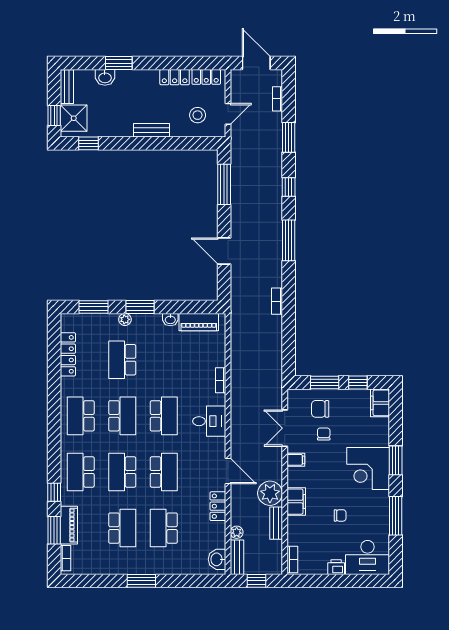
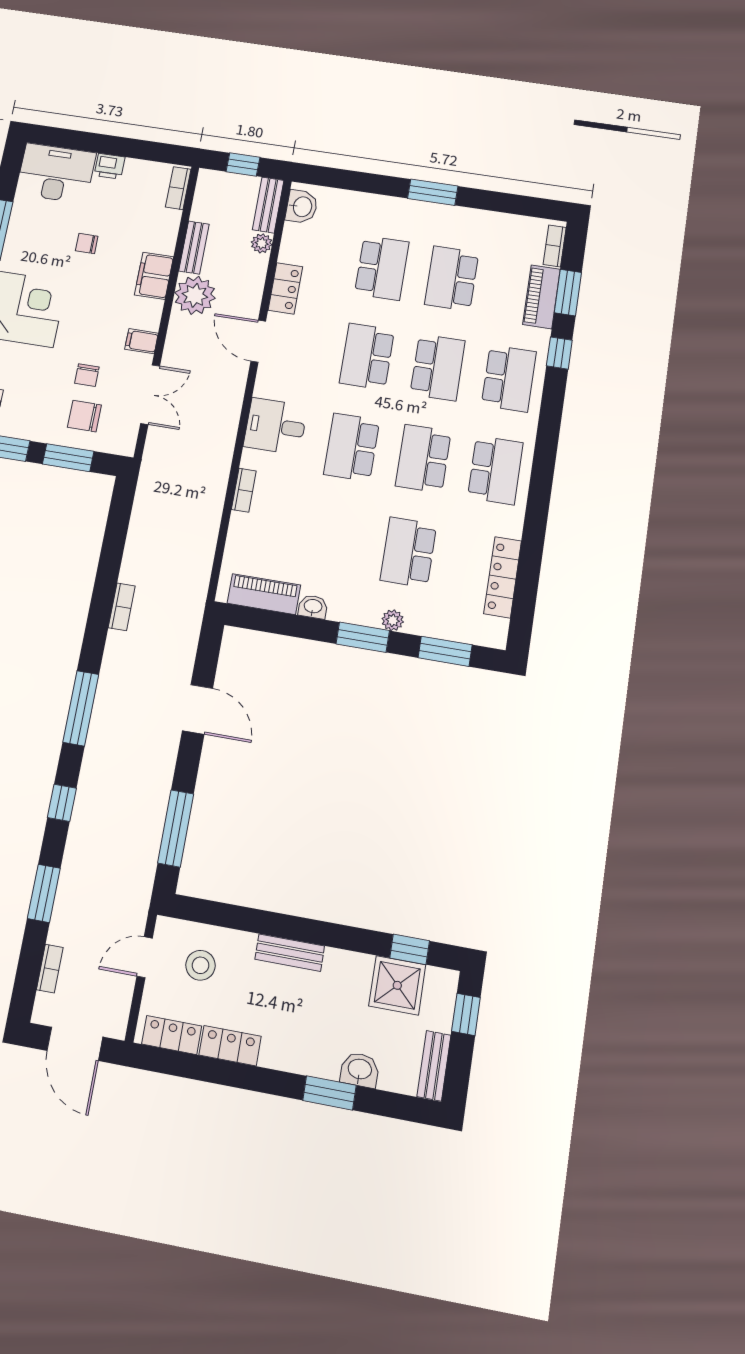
shower: (74, 118) -> (397, 985), moved
school desk: (122, 360) -> (408, 552), turned 180
chair: (320, 409) -> (84, 416), turned 180

